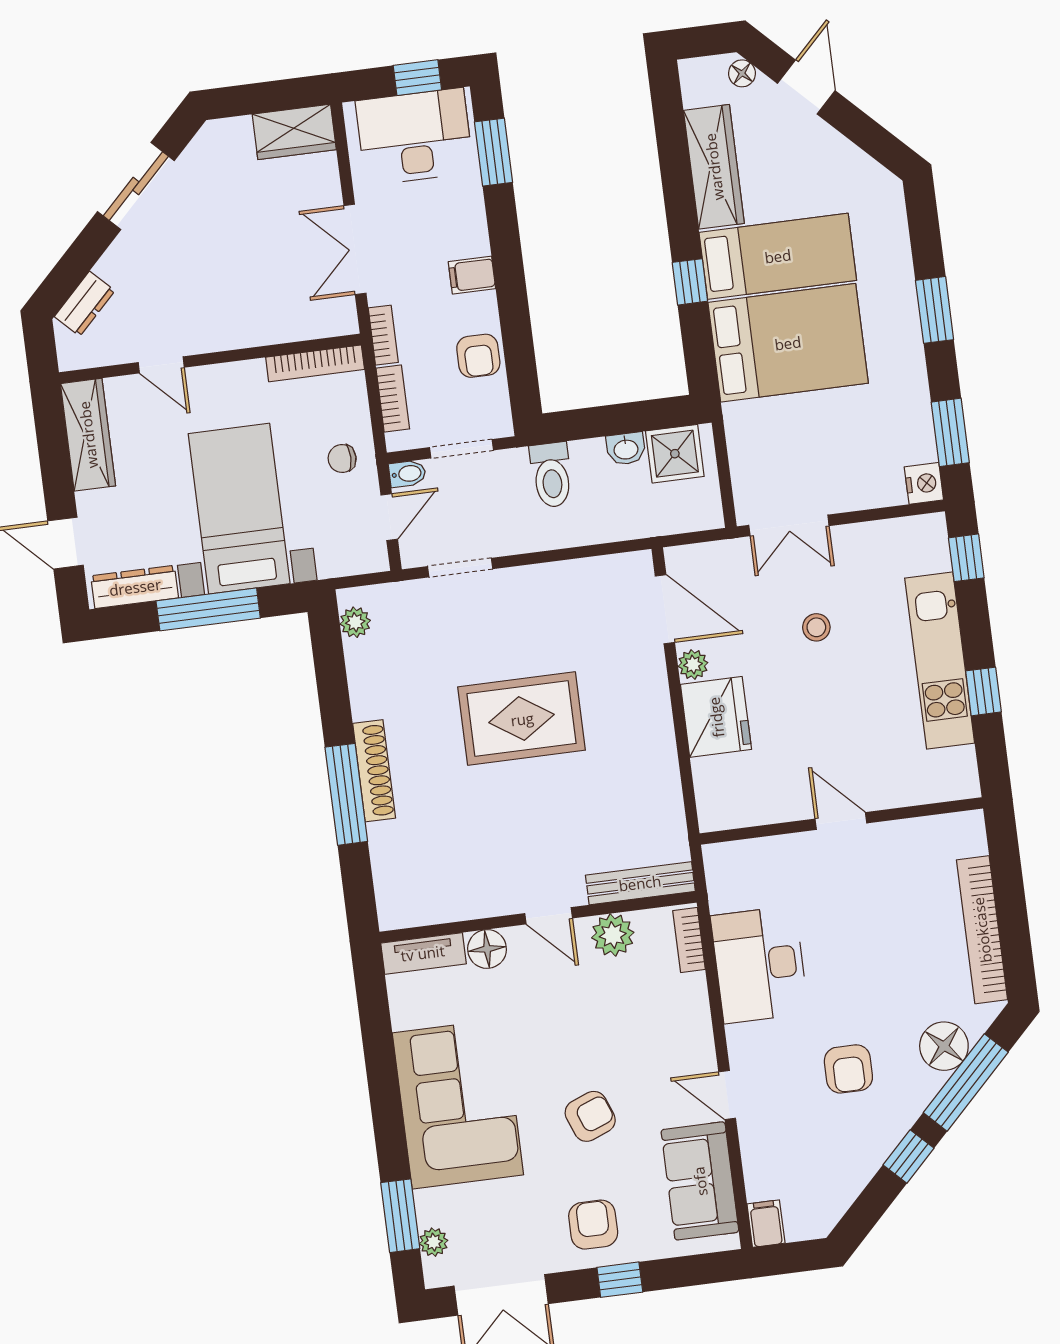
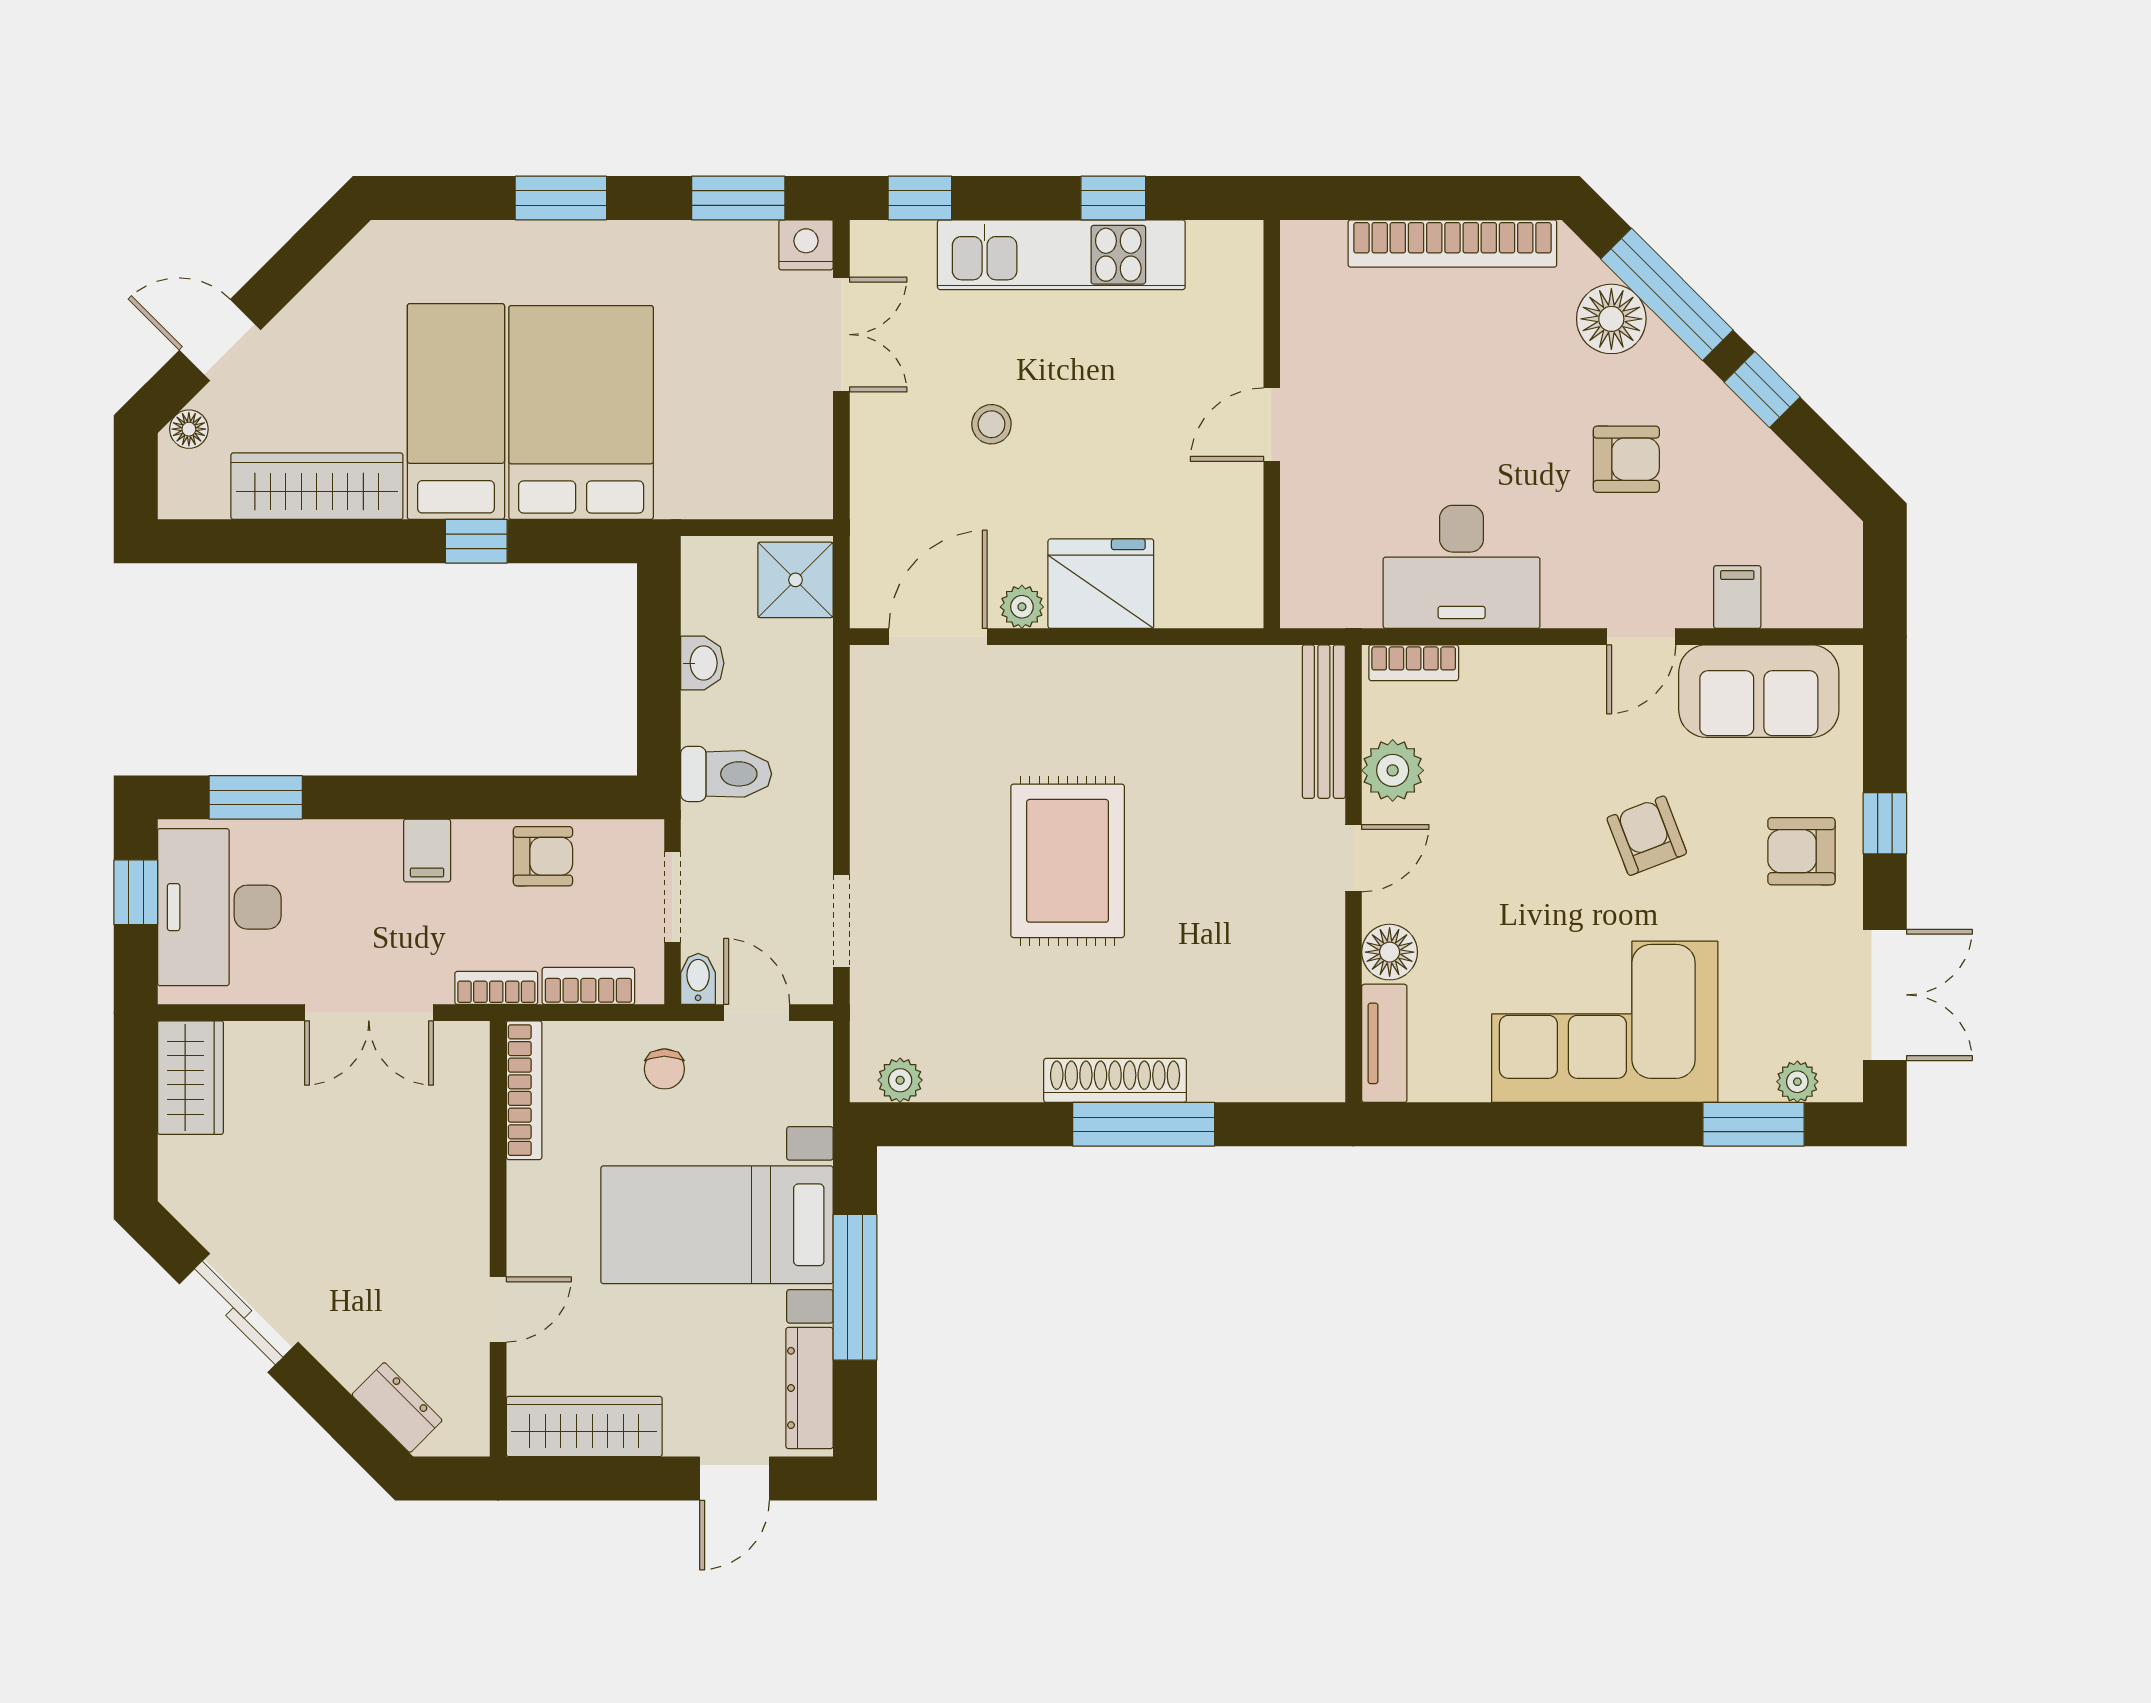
shower: (675, 454) -> (795, 580), moved
double door: (789, 525) -> (841, 335), moved
filing cabinet: (766, 1224) -> (1737, 597), moved, turned 90

